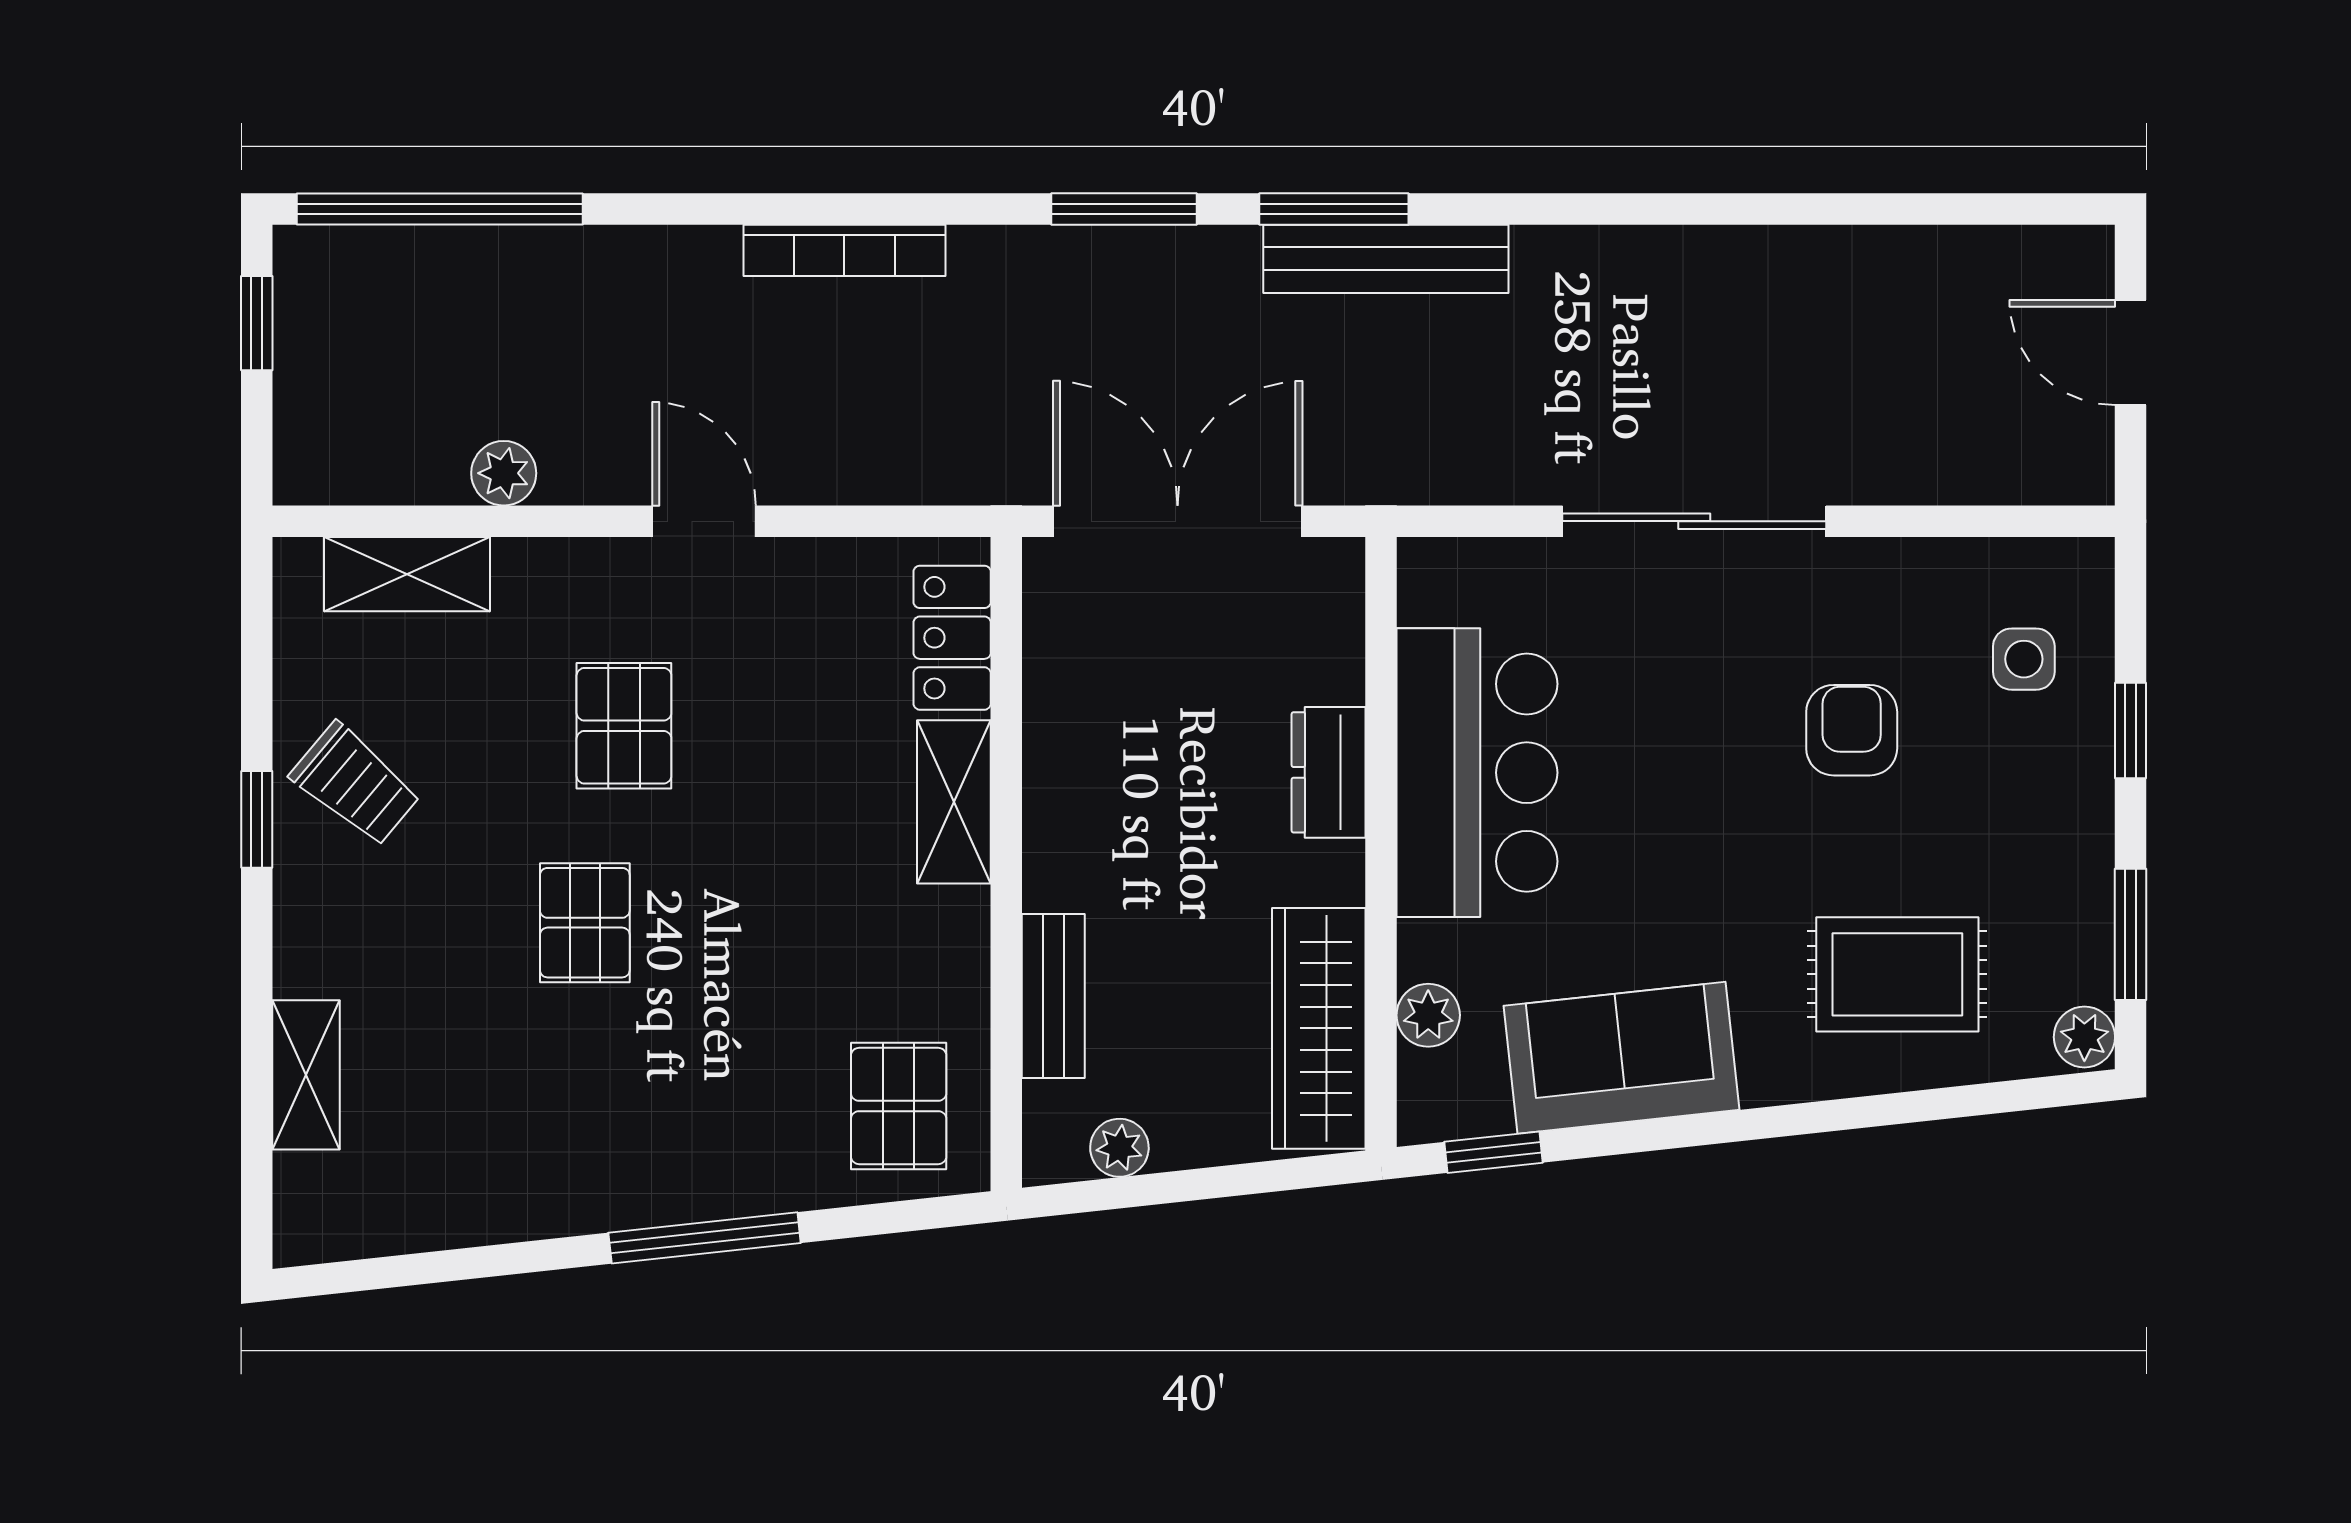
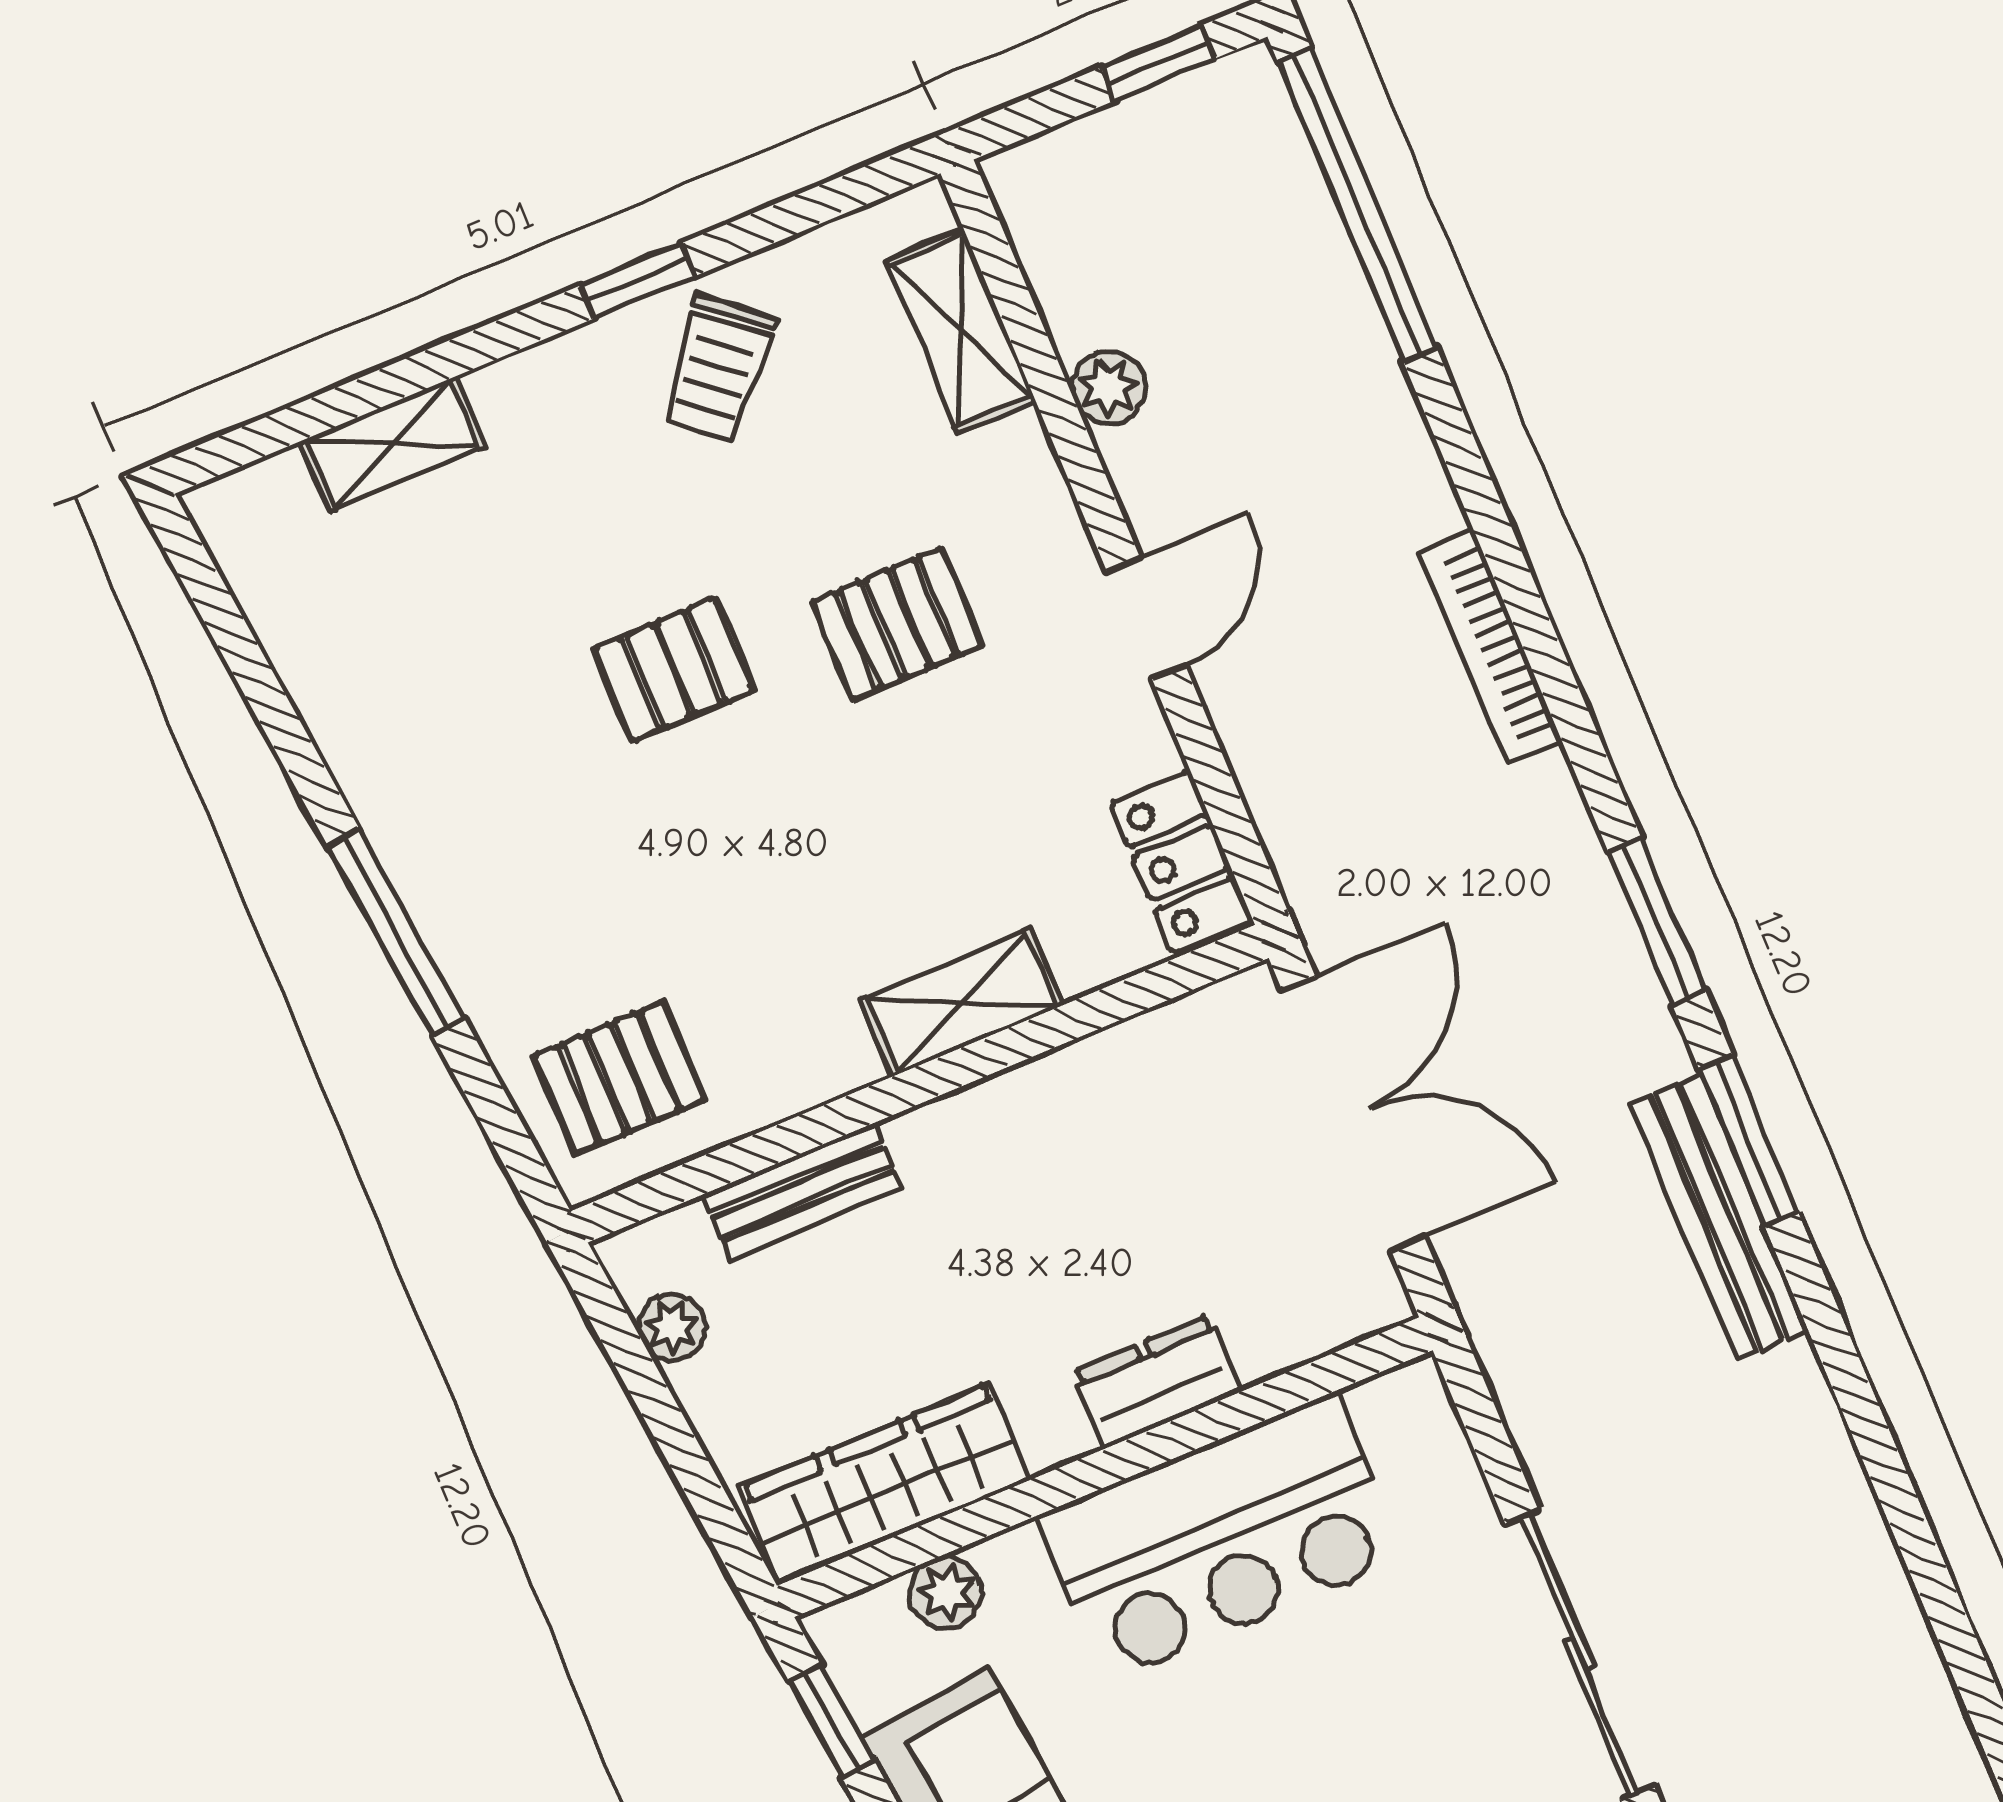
locker: (952, 638) -> (1181, 862), moved, turned -90

